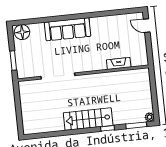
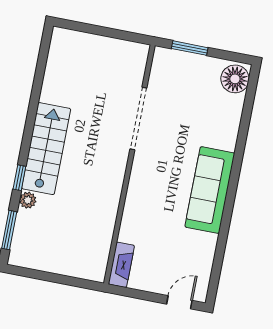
sofa: (68, 29) -> (210, 190), moved
fireplace: (119, 63) -> (121, 265), moved
plant: (150, 117) -> (28, 200), moved

